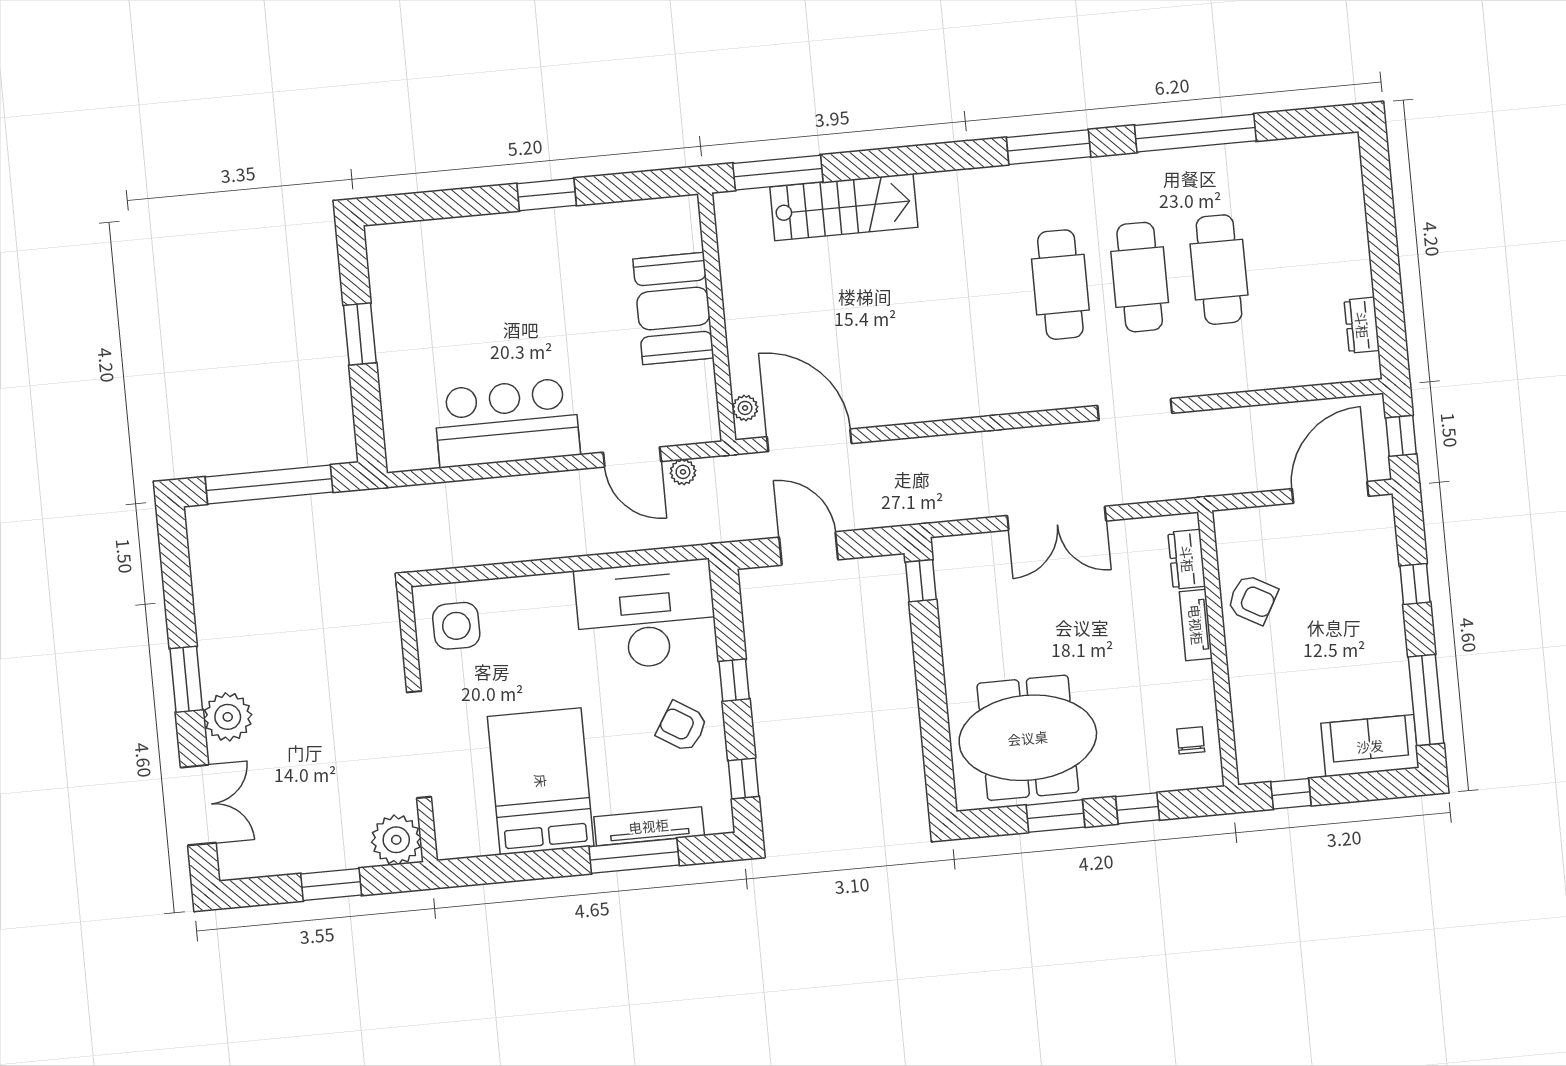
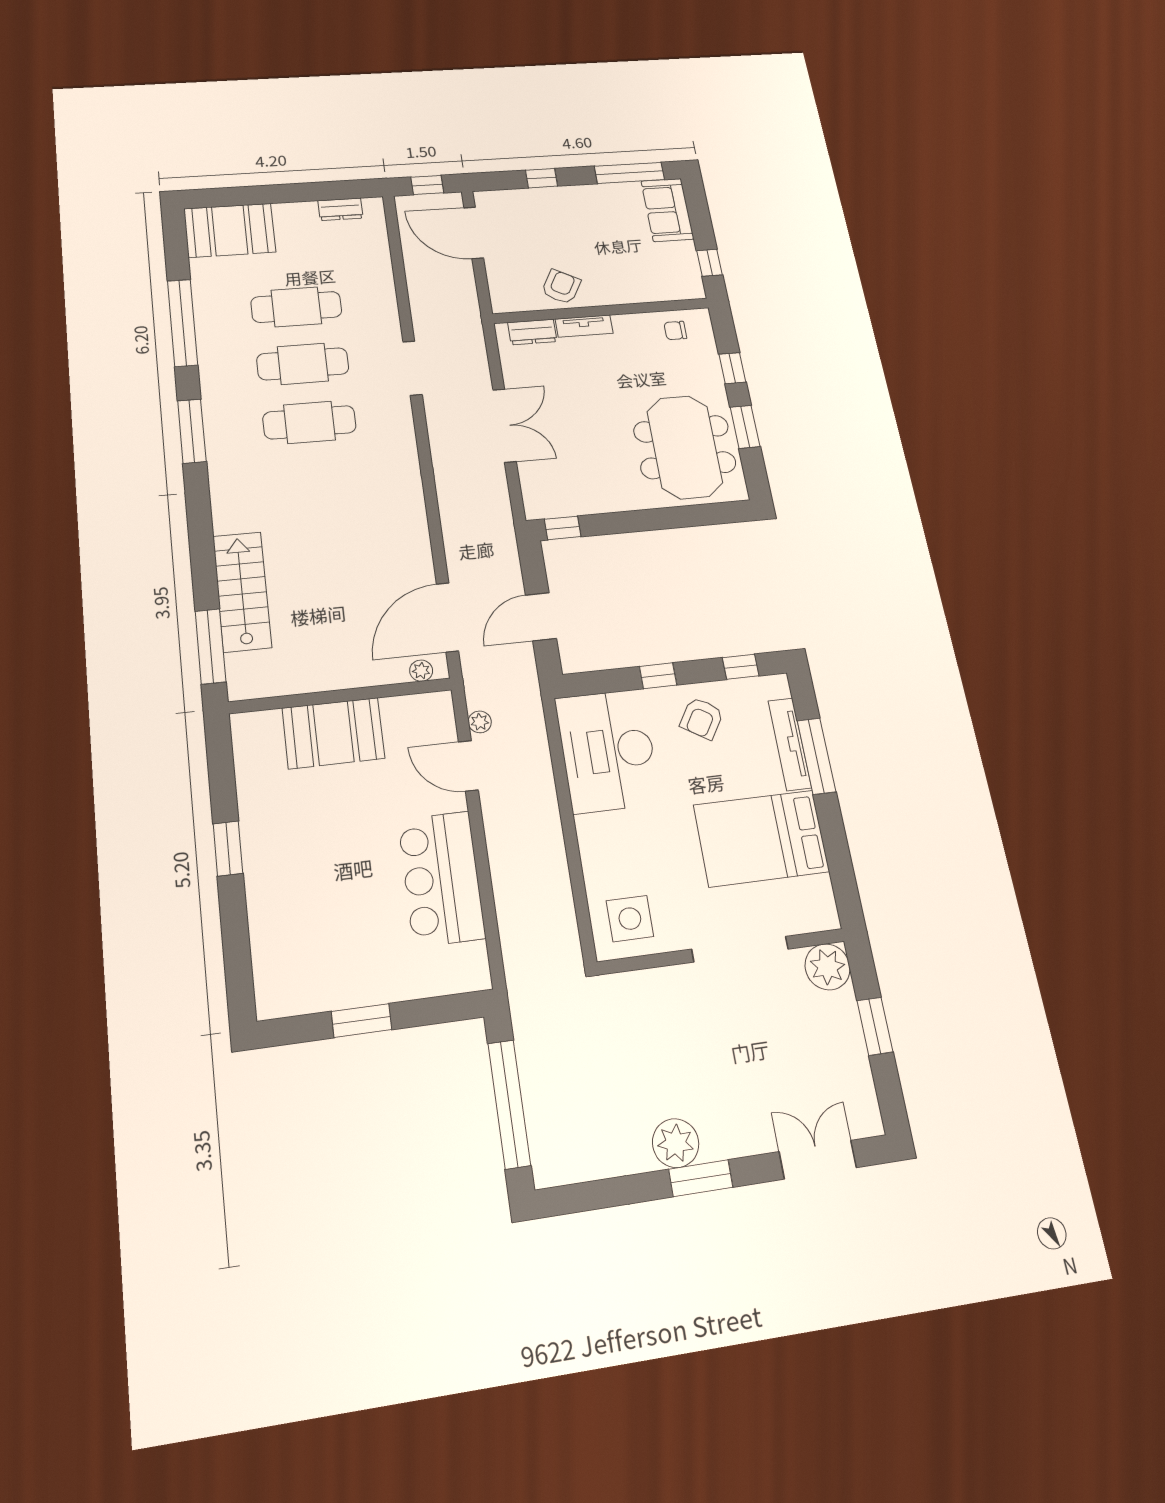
booth: (1328, 188) -> (230, 230), added
door: (632, 457) -> (468, 766), swing flipped
plant: (228, 717) -> (676, 1143), moved

